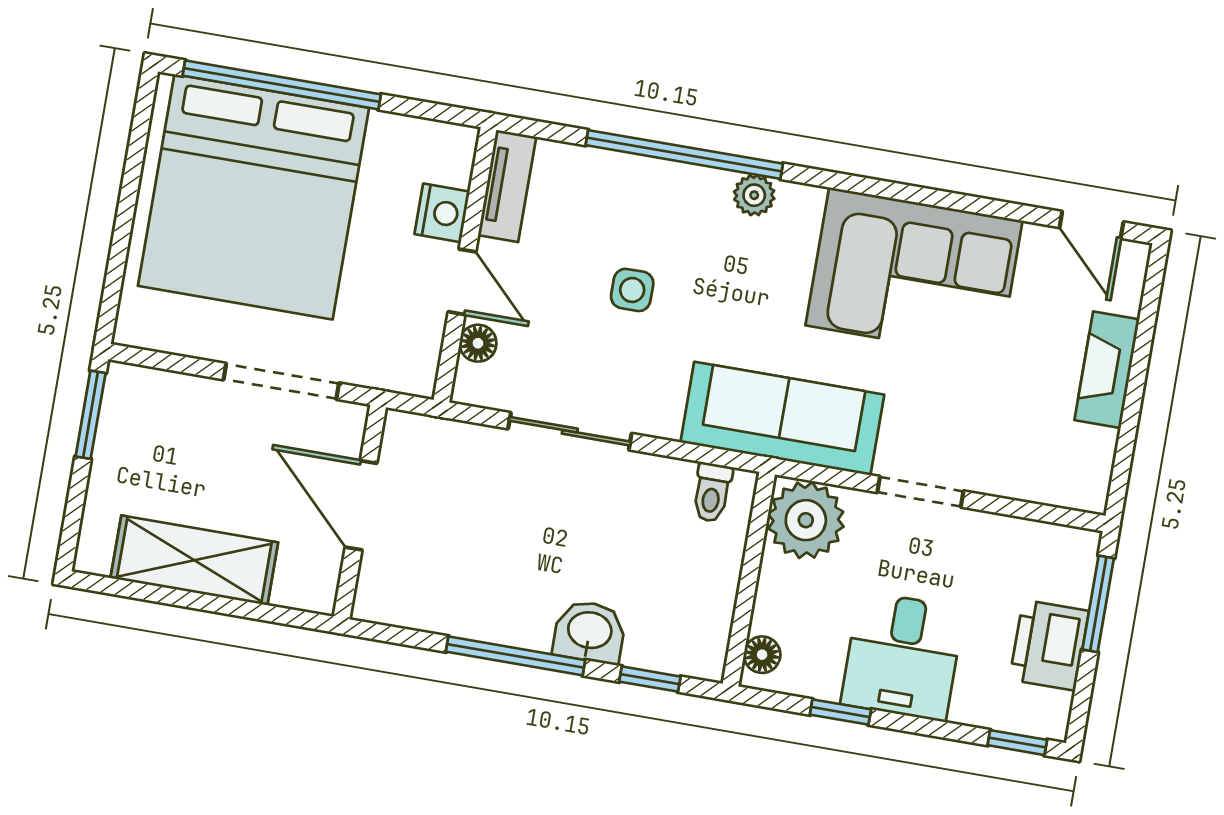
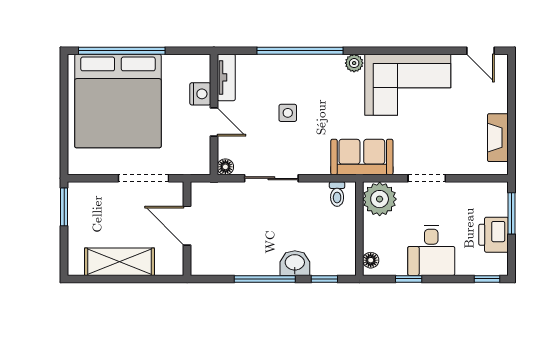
plant: (754, 195) -> (354, 63), moved
floor lamp: (478, 343) -> (225, 167), moved
fireplace: (1107, 370) -> (498, 138), moved
sofa: (782, 418) -> (362, 157), width x0.73

